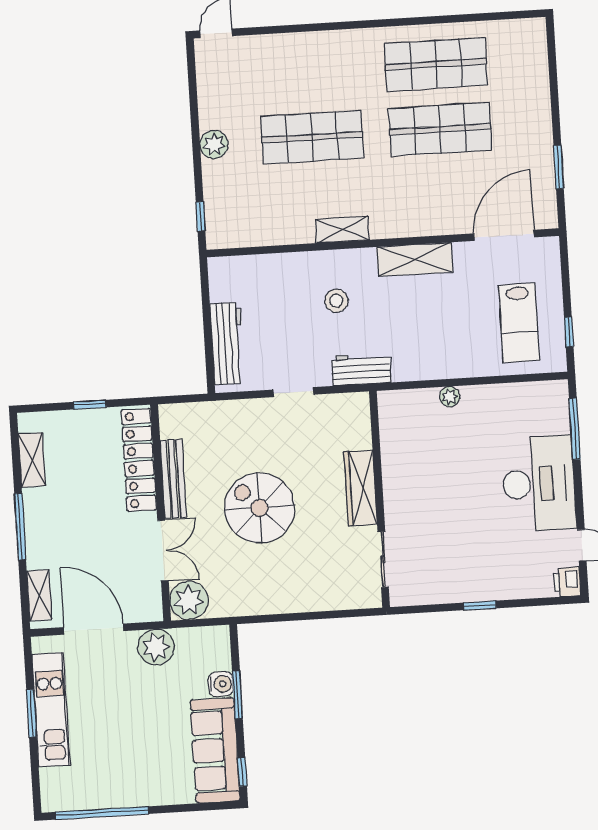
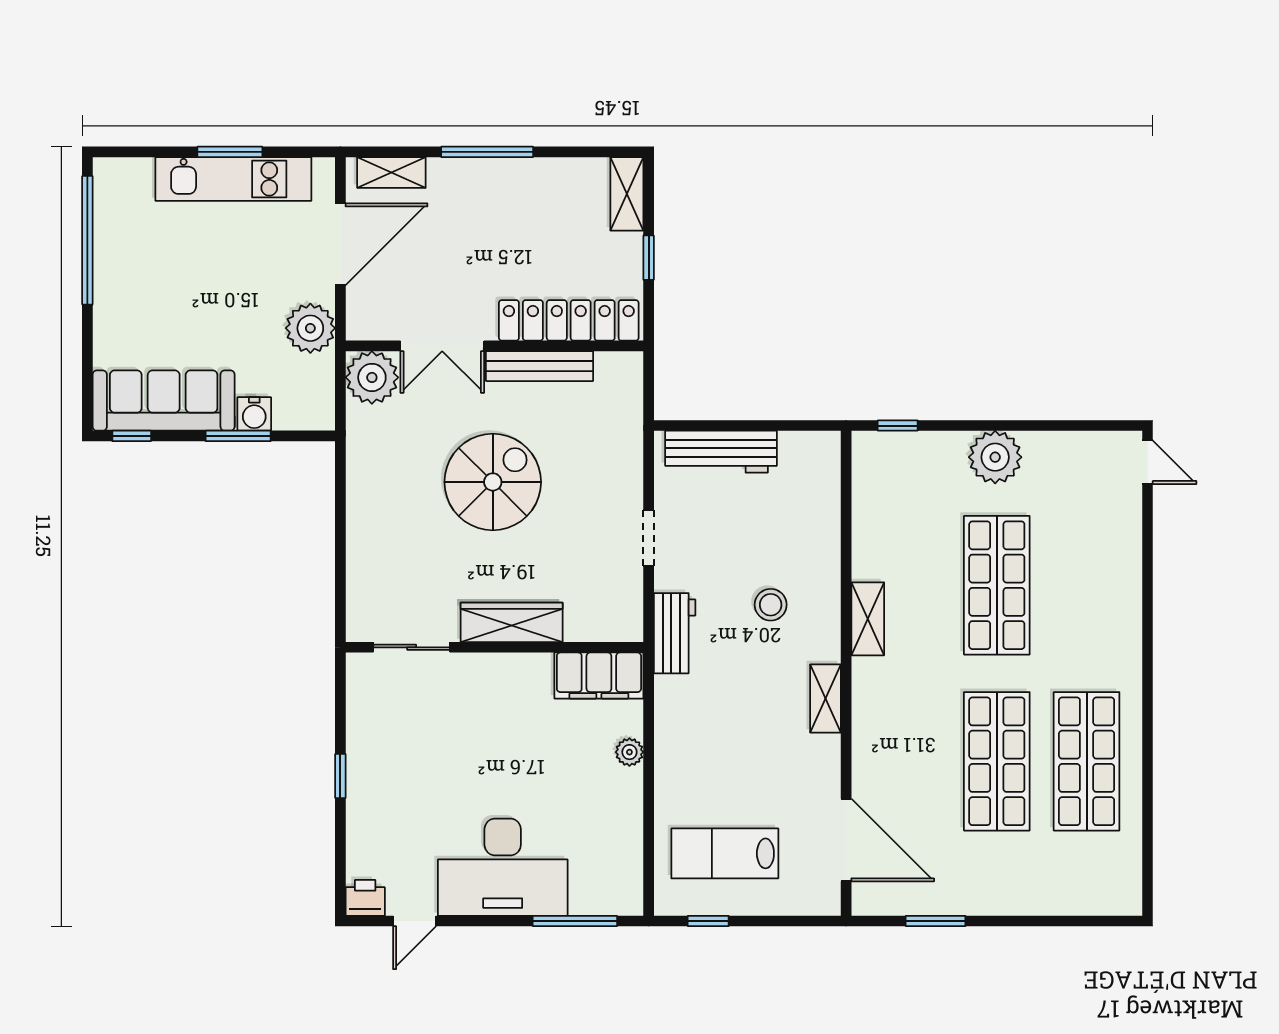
plant: (214, 144) -> (995, 457), width x1.36, depth x1.36
shelving: (415, 260) -> (826, 698), width x0.67, depth x0.75
filing cabinet: (395, 422) -> (599, 676), added
shelving: (32, 460) -> (627, 194), moved, turned 90

